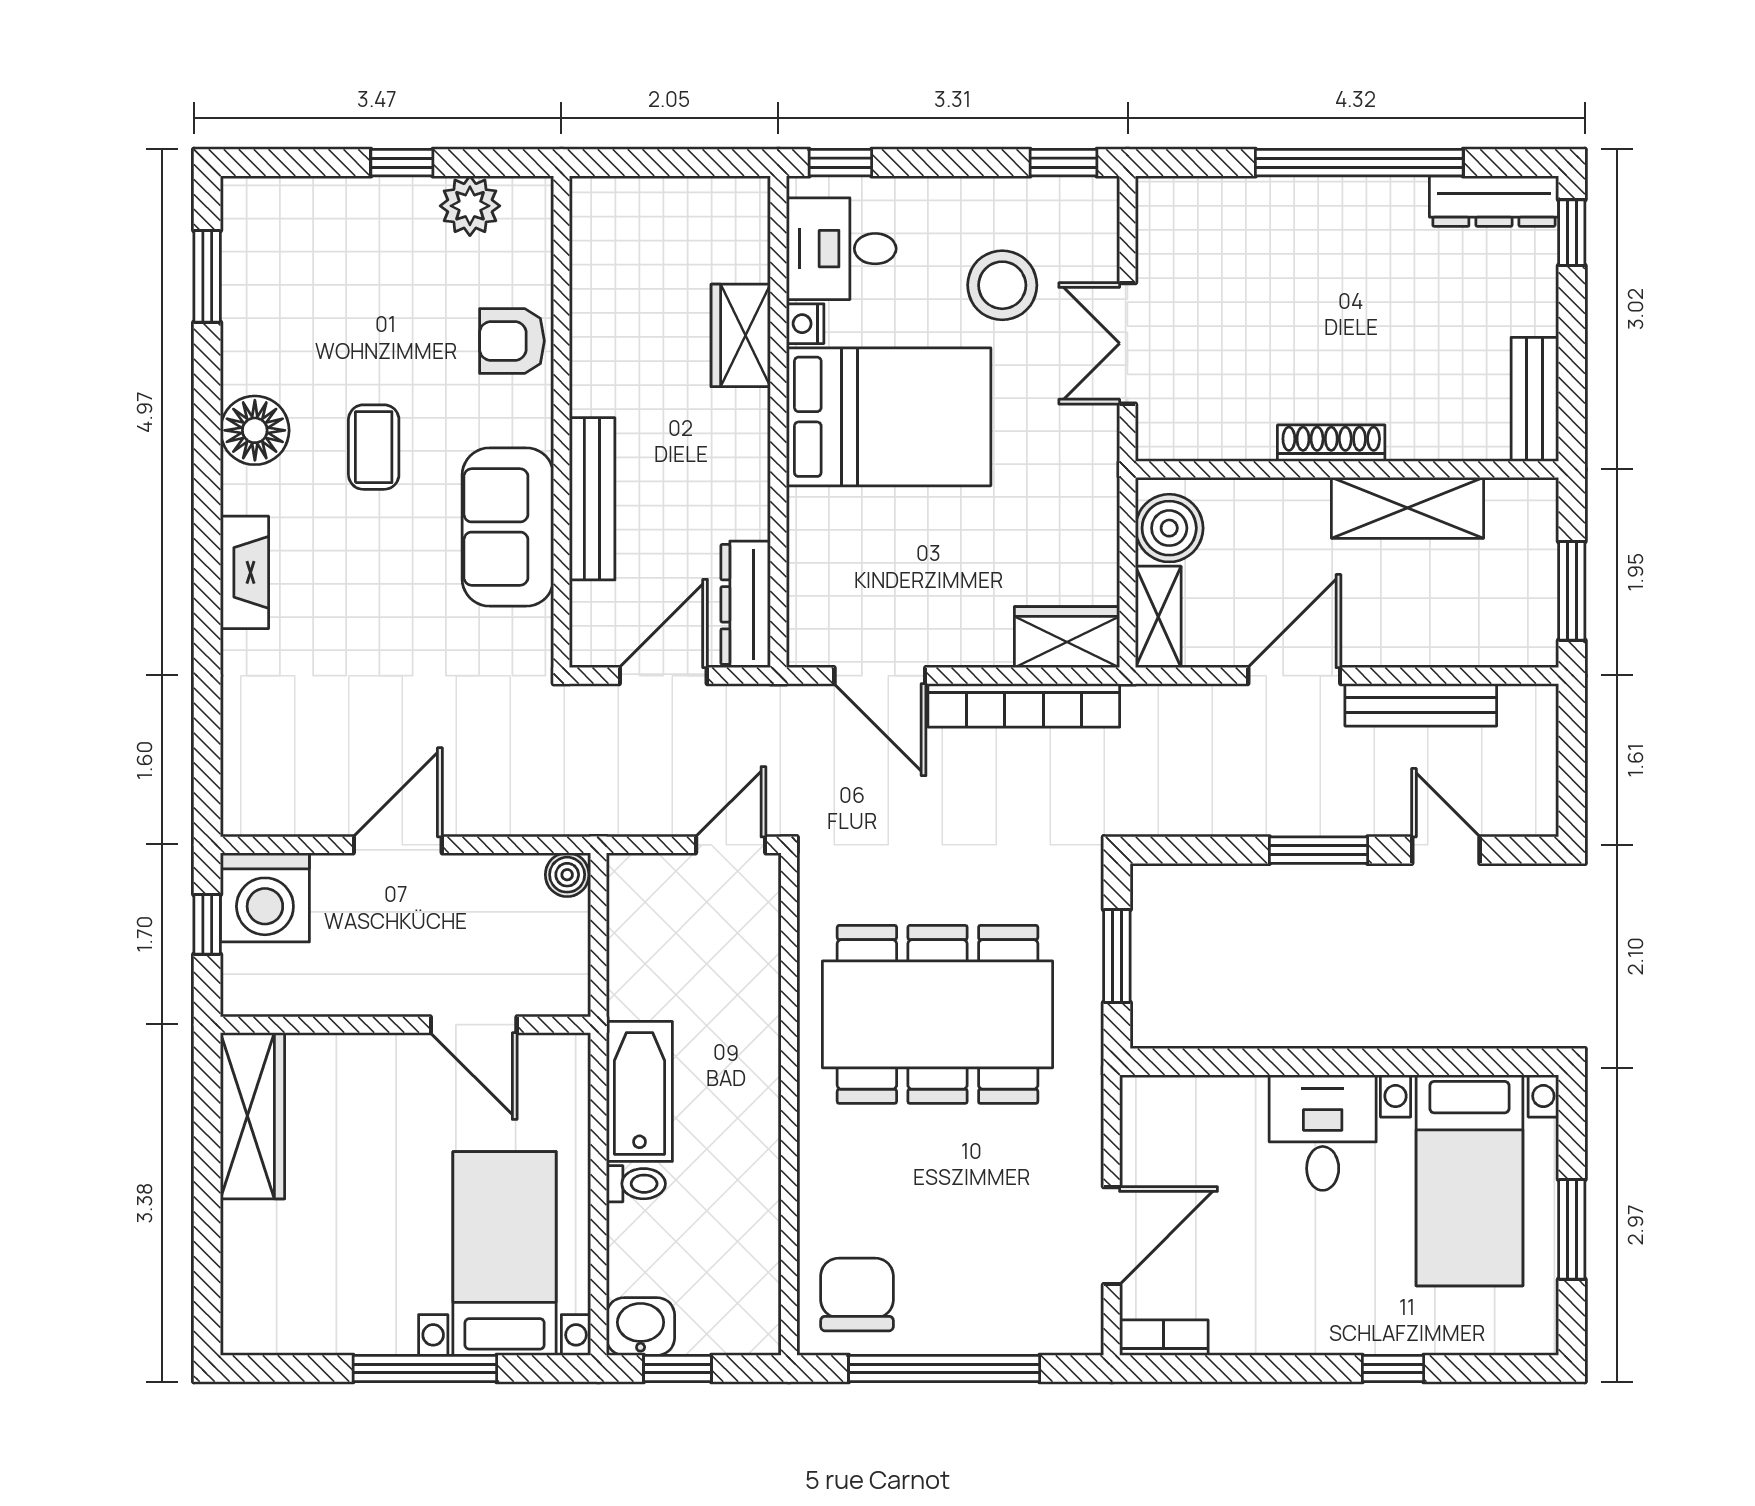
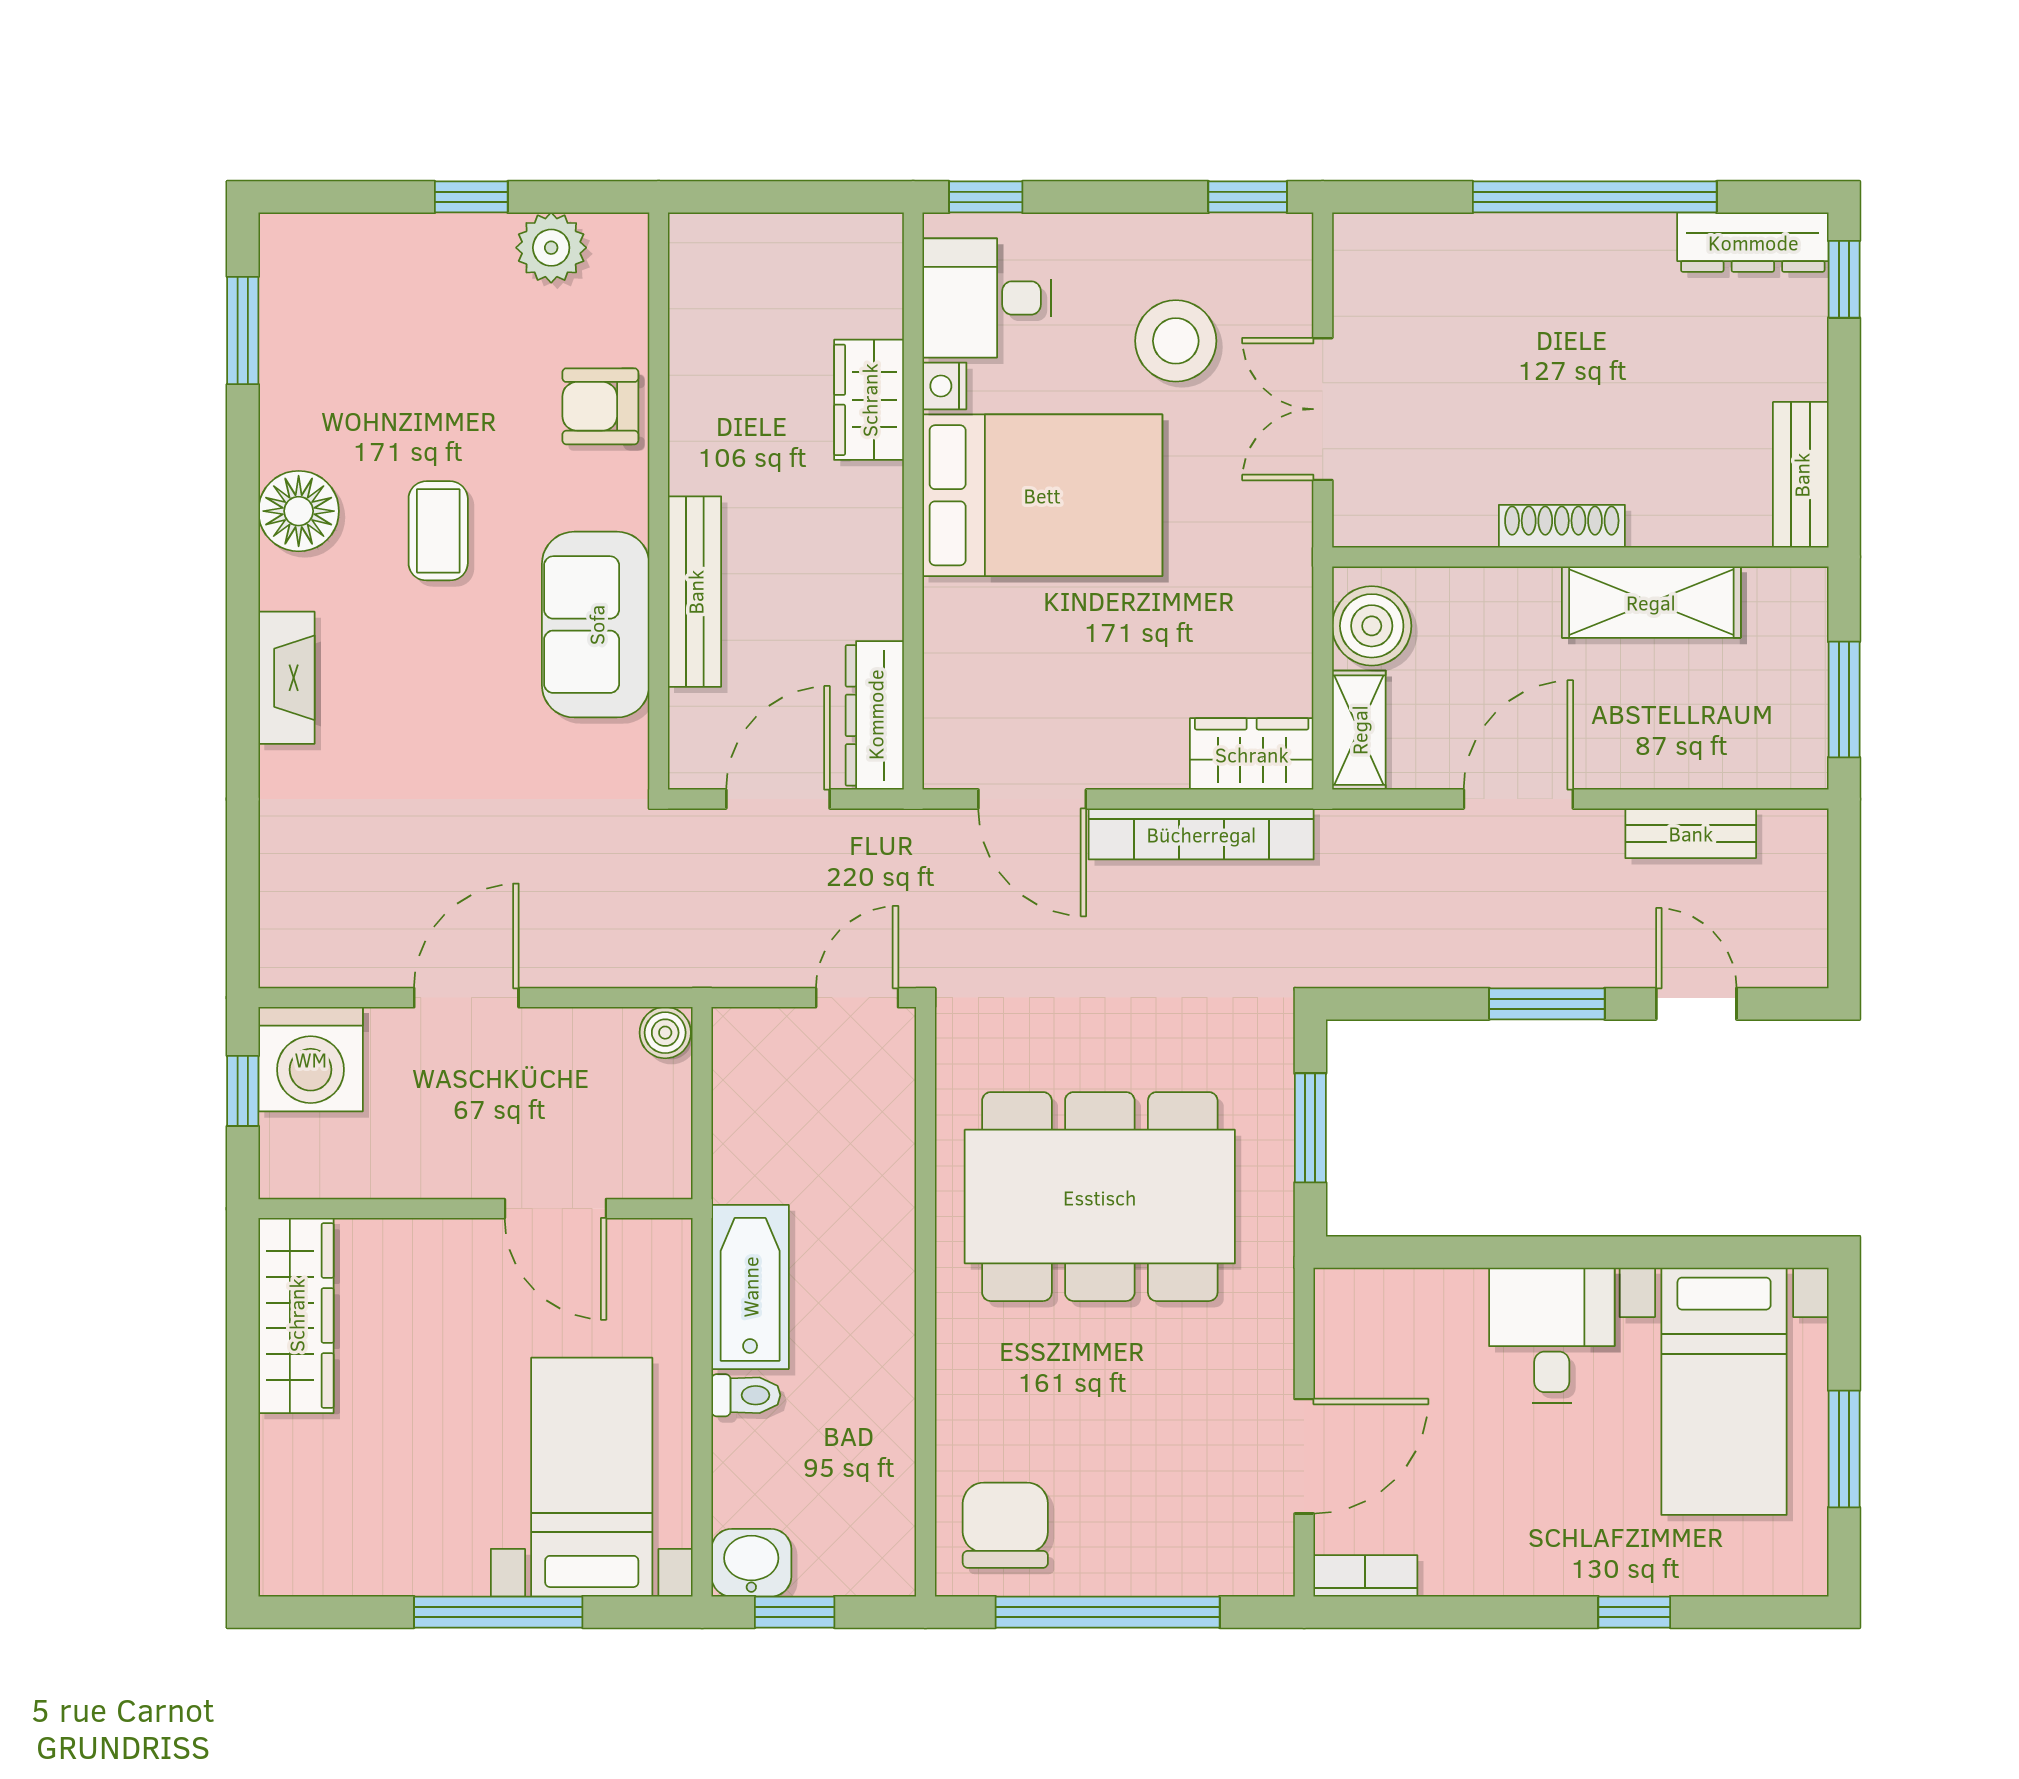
bench: (1421, 705) -> (1691, 833), width x0.73

